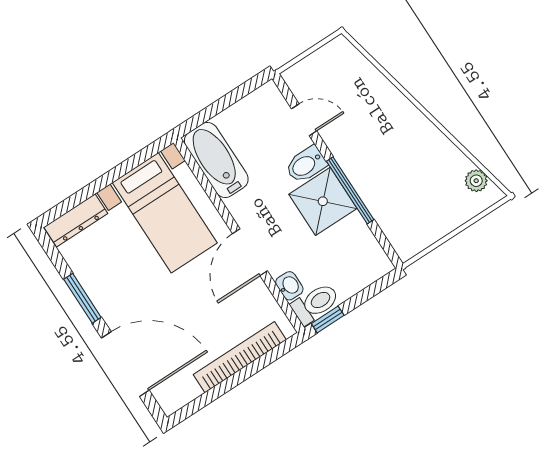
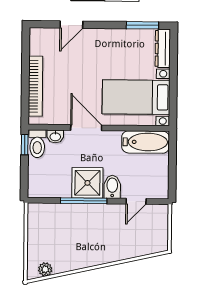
window: (82, 298) -> (142, 25), moved
door: (125, 364) -> (71, 25), width x0.53

